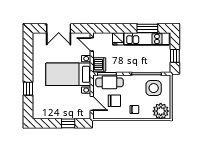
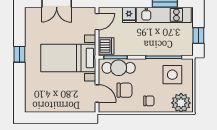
door: (92, 44) -> (97, 22), swing flipped
window: (28, 89) -> (19, 54), moved
window: (68, 123) -> (68, 118), removed

